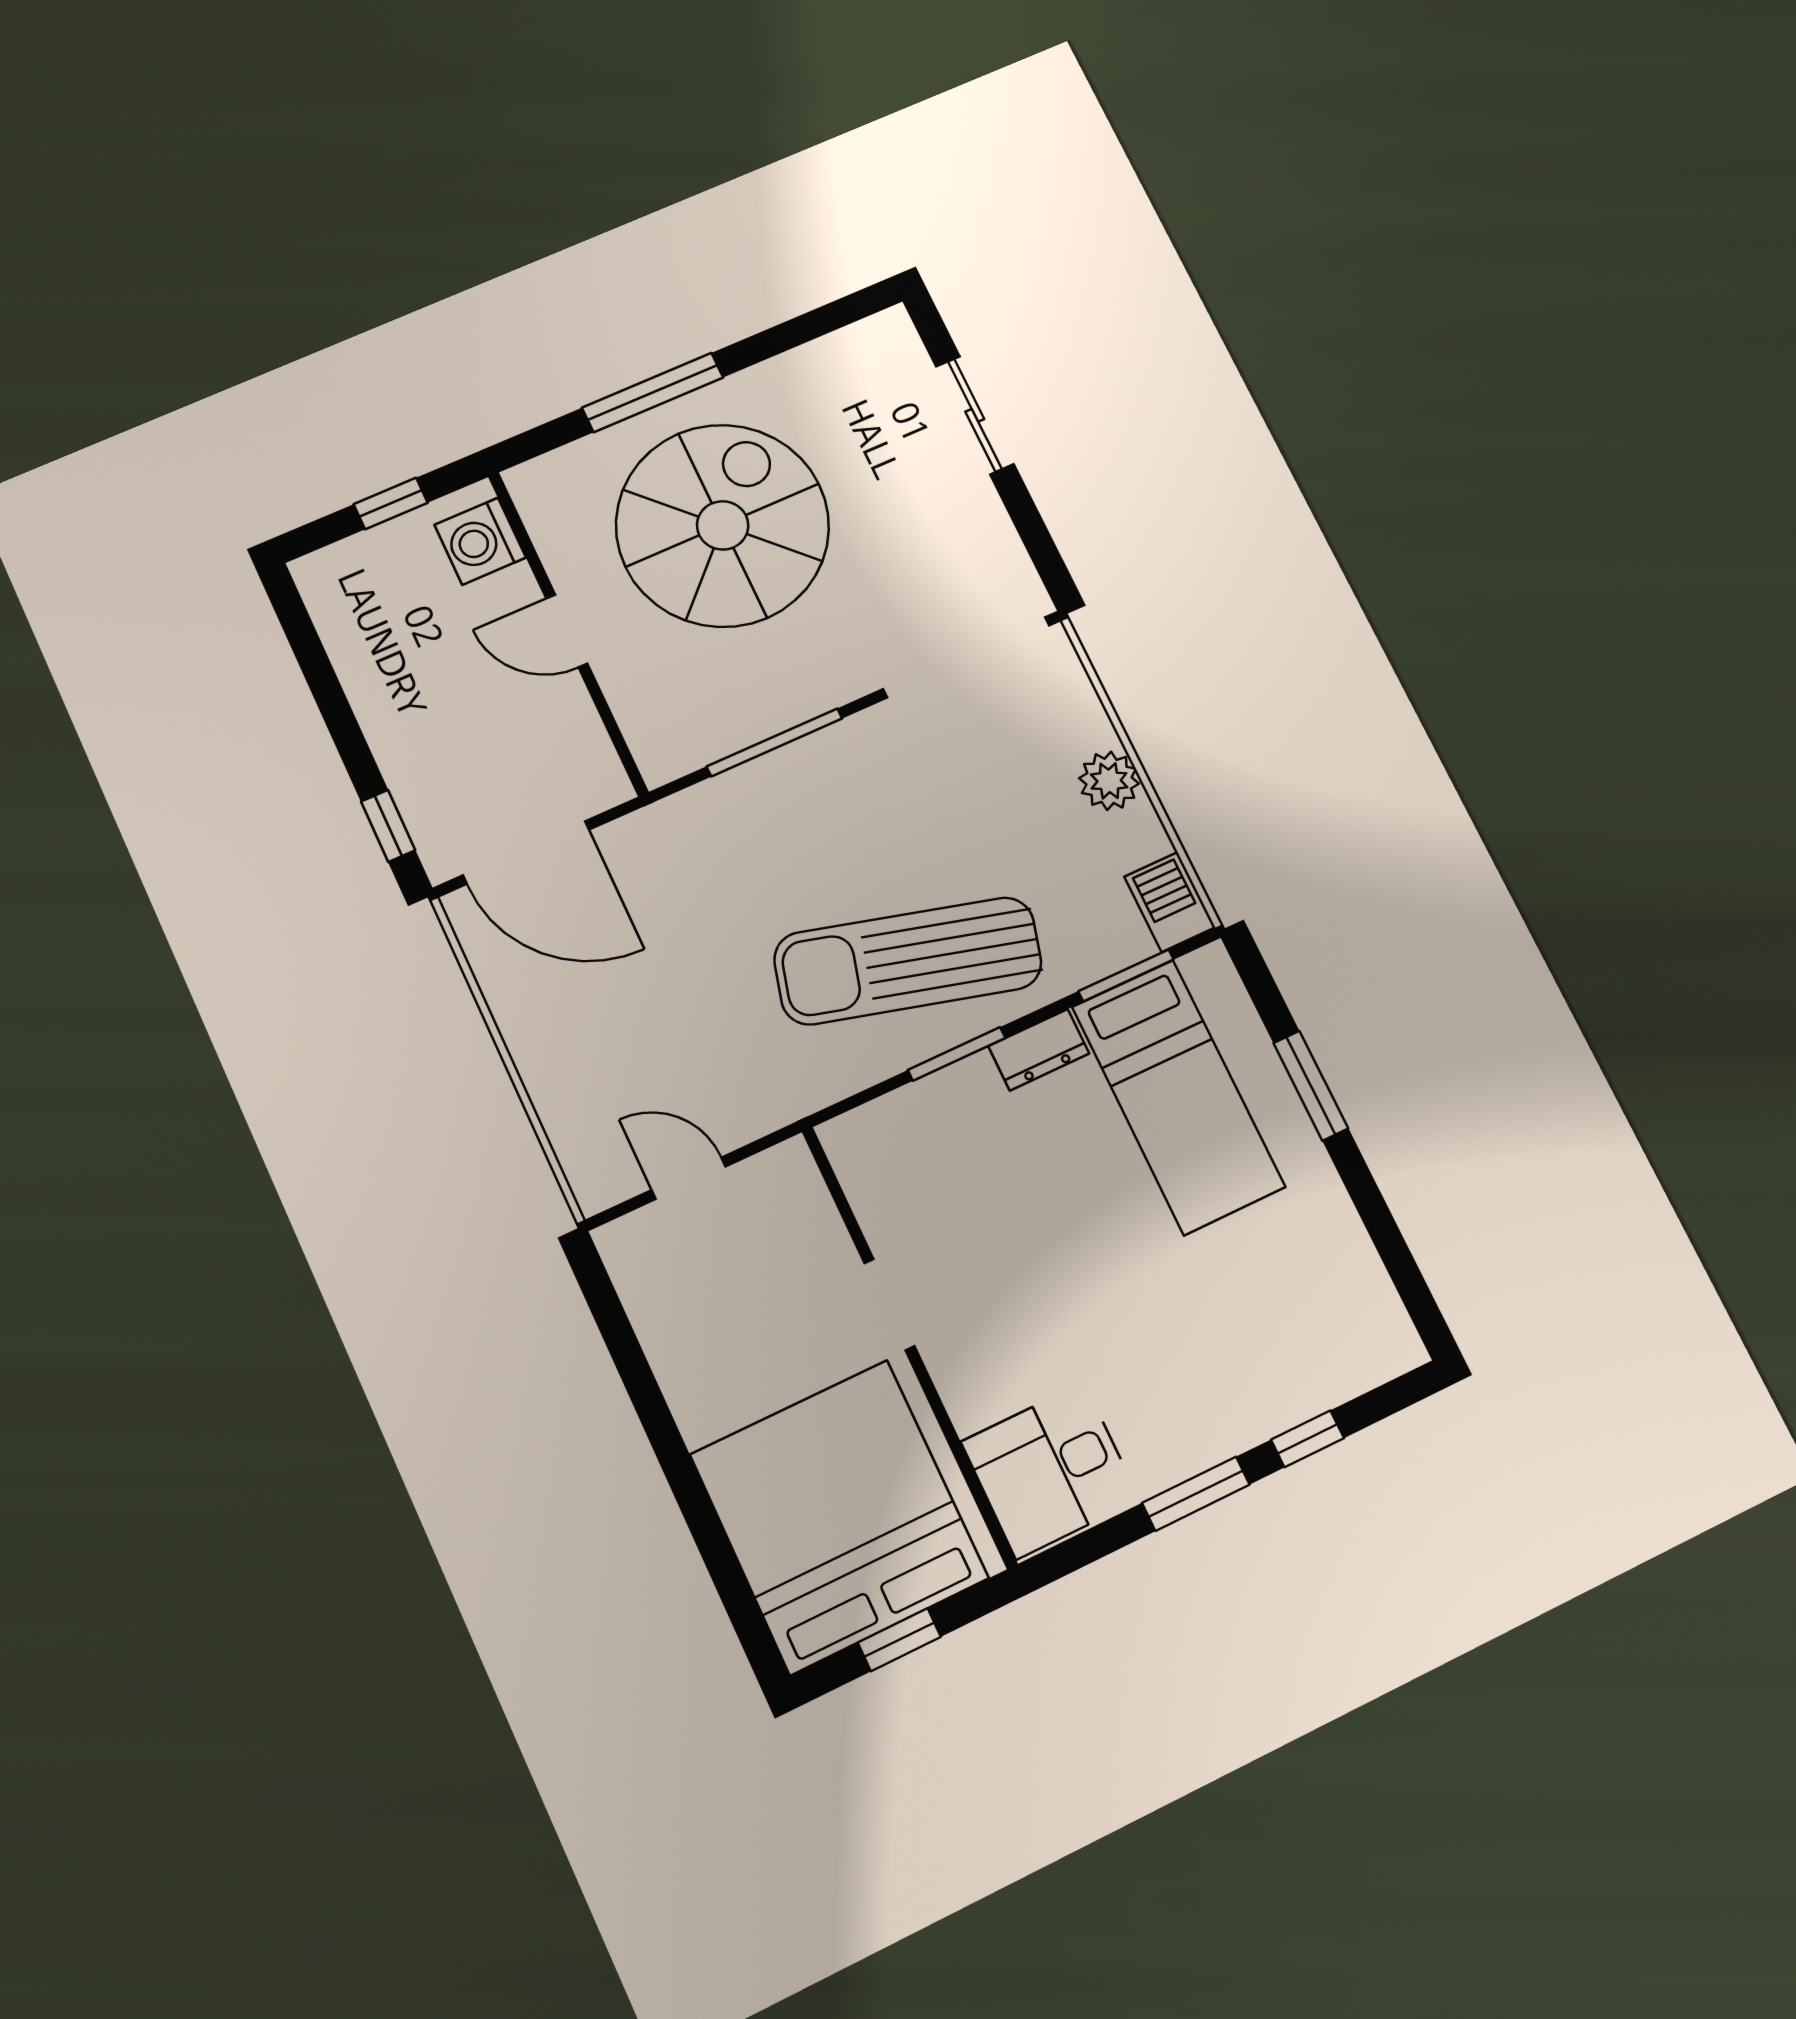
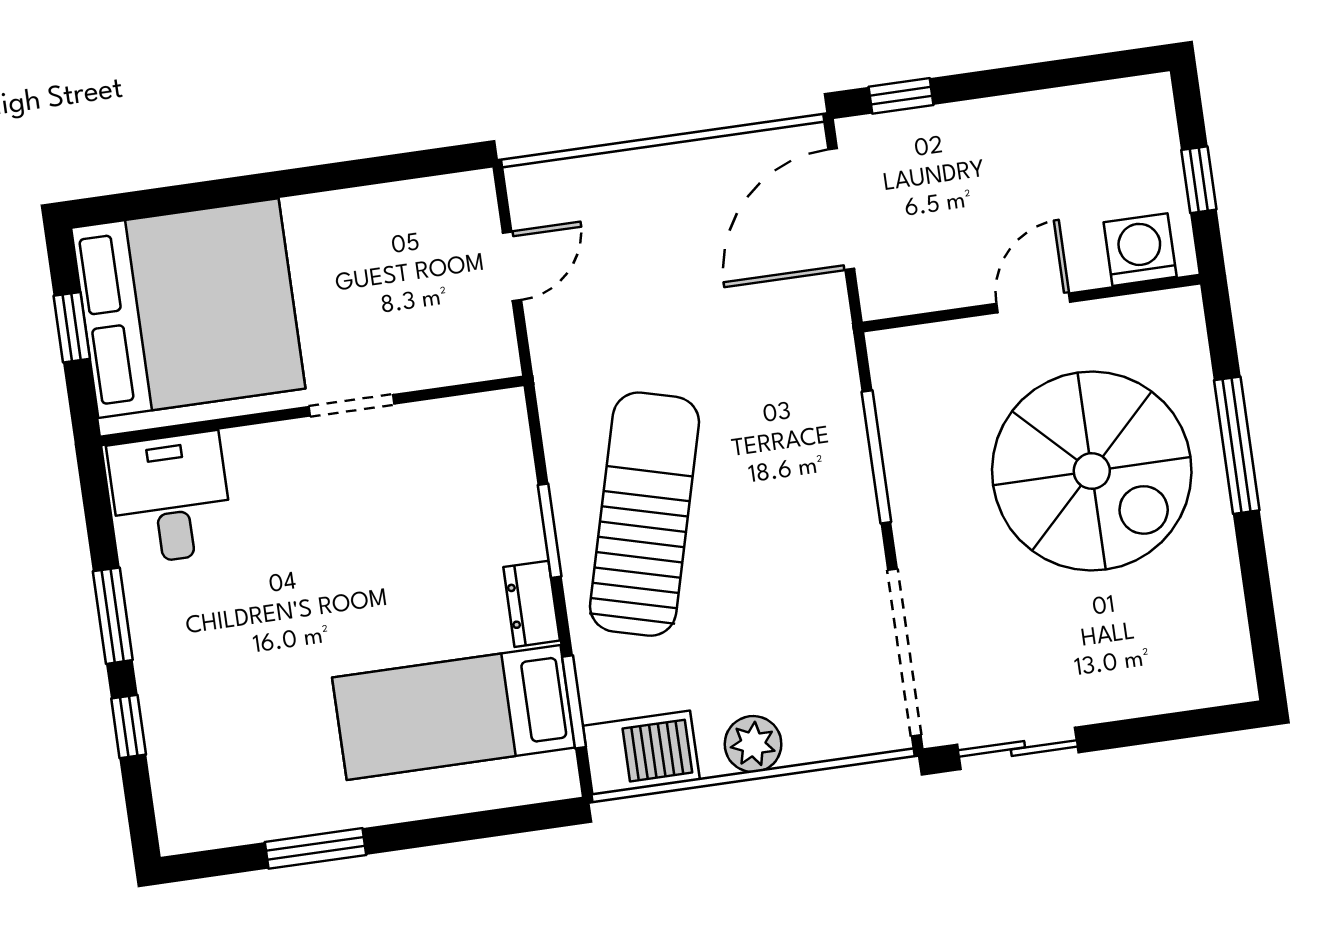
sliding door: (975, 415) -> (1018, 748), moved
barbecue: (1170, 902) -> (641, 753), width x1.38, depth x1.27
window: (1311, 1086) -> (315, 848), moved

